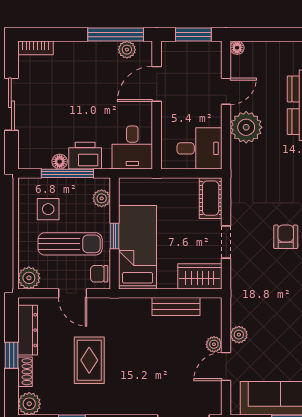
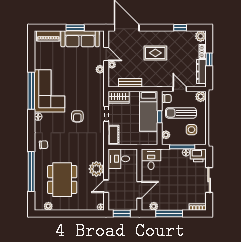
window: (116, 35) -> (169, 213), moved
printer: (85, 156) -> (198, 155), moved
rug: (89, 360) -> (155, 53), moved, turned 90
door: (226, 366) -> (106, 54), hinge flipped

